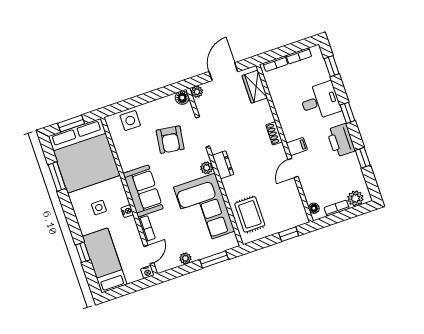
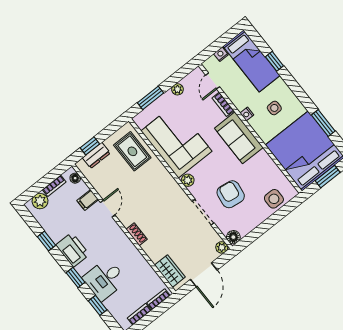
window: (332, 66) -> (98, 305), moved
filing cabinet: (297, 146) -> (88, 200), moved
dresser: (223, 165) -> (96, 155), moved, turned -90
nightstand: (147, 272) -> (221, 54), moved

